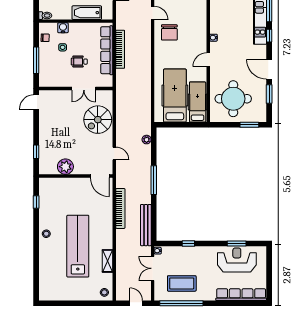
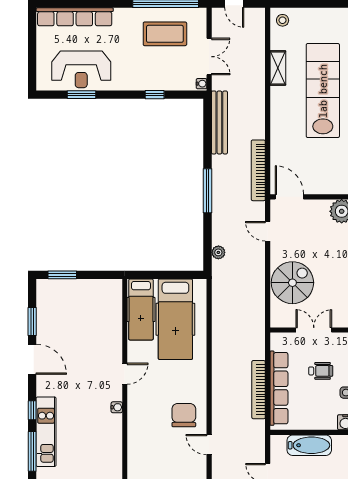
round table: (233, 99) -> (87, 314), removed
bookcase: (120, 208) -> (258, 170), moved
lab bench: (78, 246) -> (323, 91), turned 180

